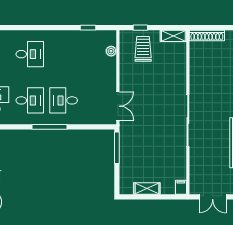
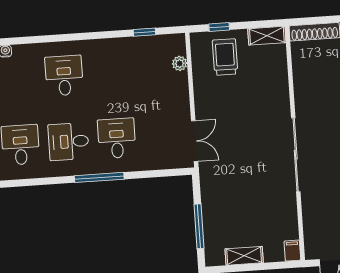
desk: (30, 54) -> (64, 76), turned -90
desk: (30, 100) -> (69, 142), turned 180
desk: (64, 100) -> (117, 138), turned 90
window: (117, 148) -> (199, 226), moved

